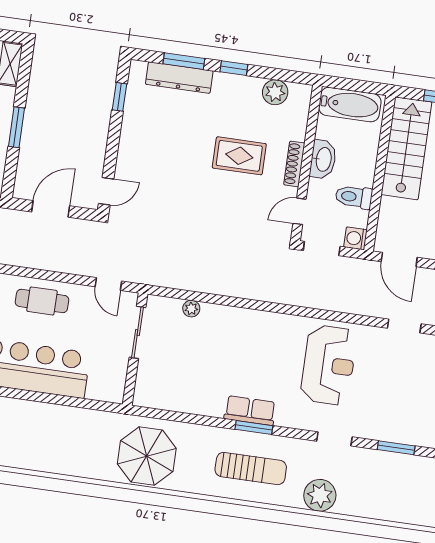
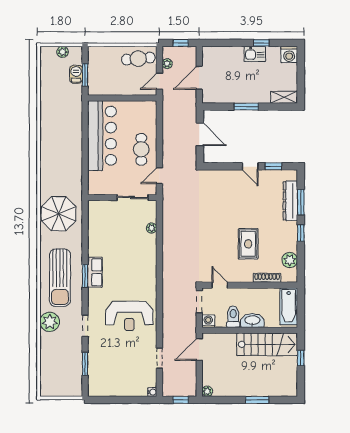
washbasin: (323, 159) -> (252, 320), moved, turned 180
shoe rack: (294, 164) -> (267, 278), moved
door: (106, 191) -> (250, 166), moved
cafe table: (42, 301) -> (141, 149), moved
sun lounger: (251, 469) -> (60, 278), width x1.36, depth x1.34

